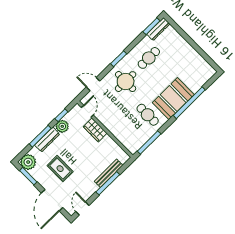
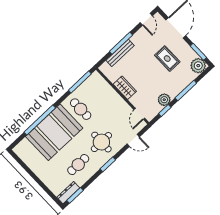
booth: (173, 99) -> (54, 132), width x1.36, depth x1.42
wardrobe: (95, 130) -> (125, 88), moved
dresser: (47, 140) -> (179, 87), removed

